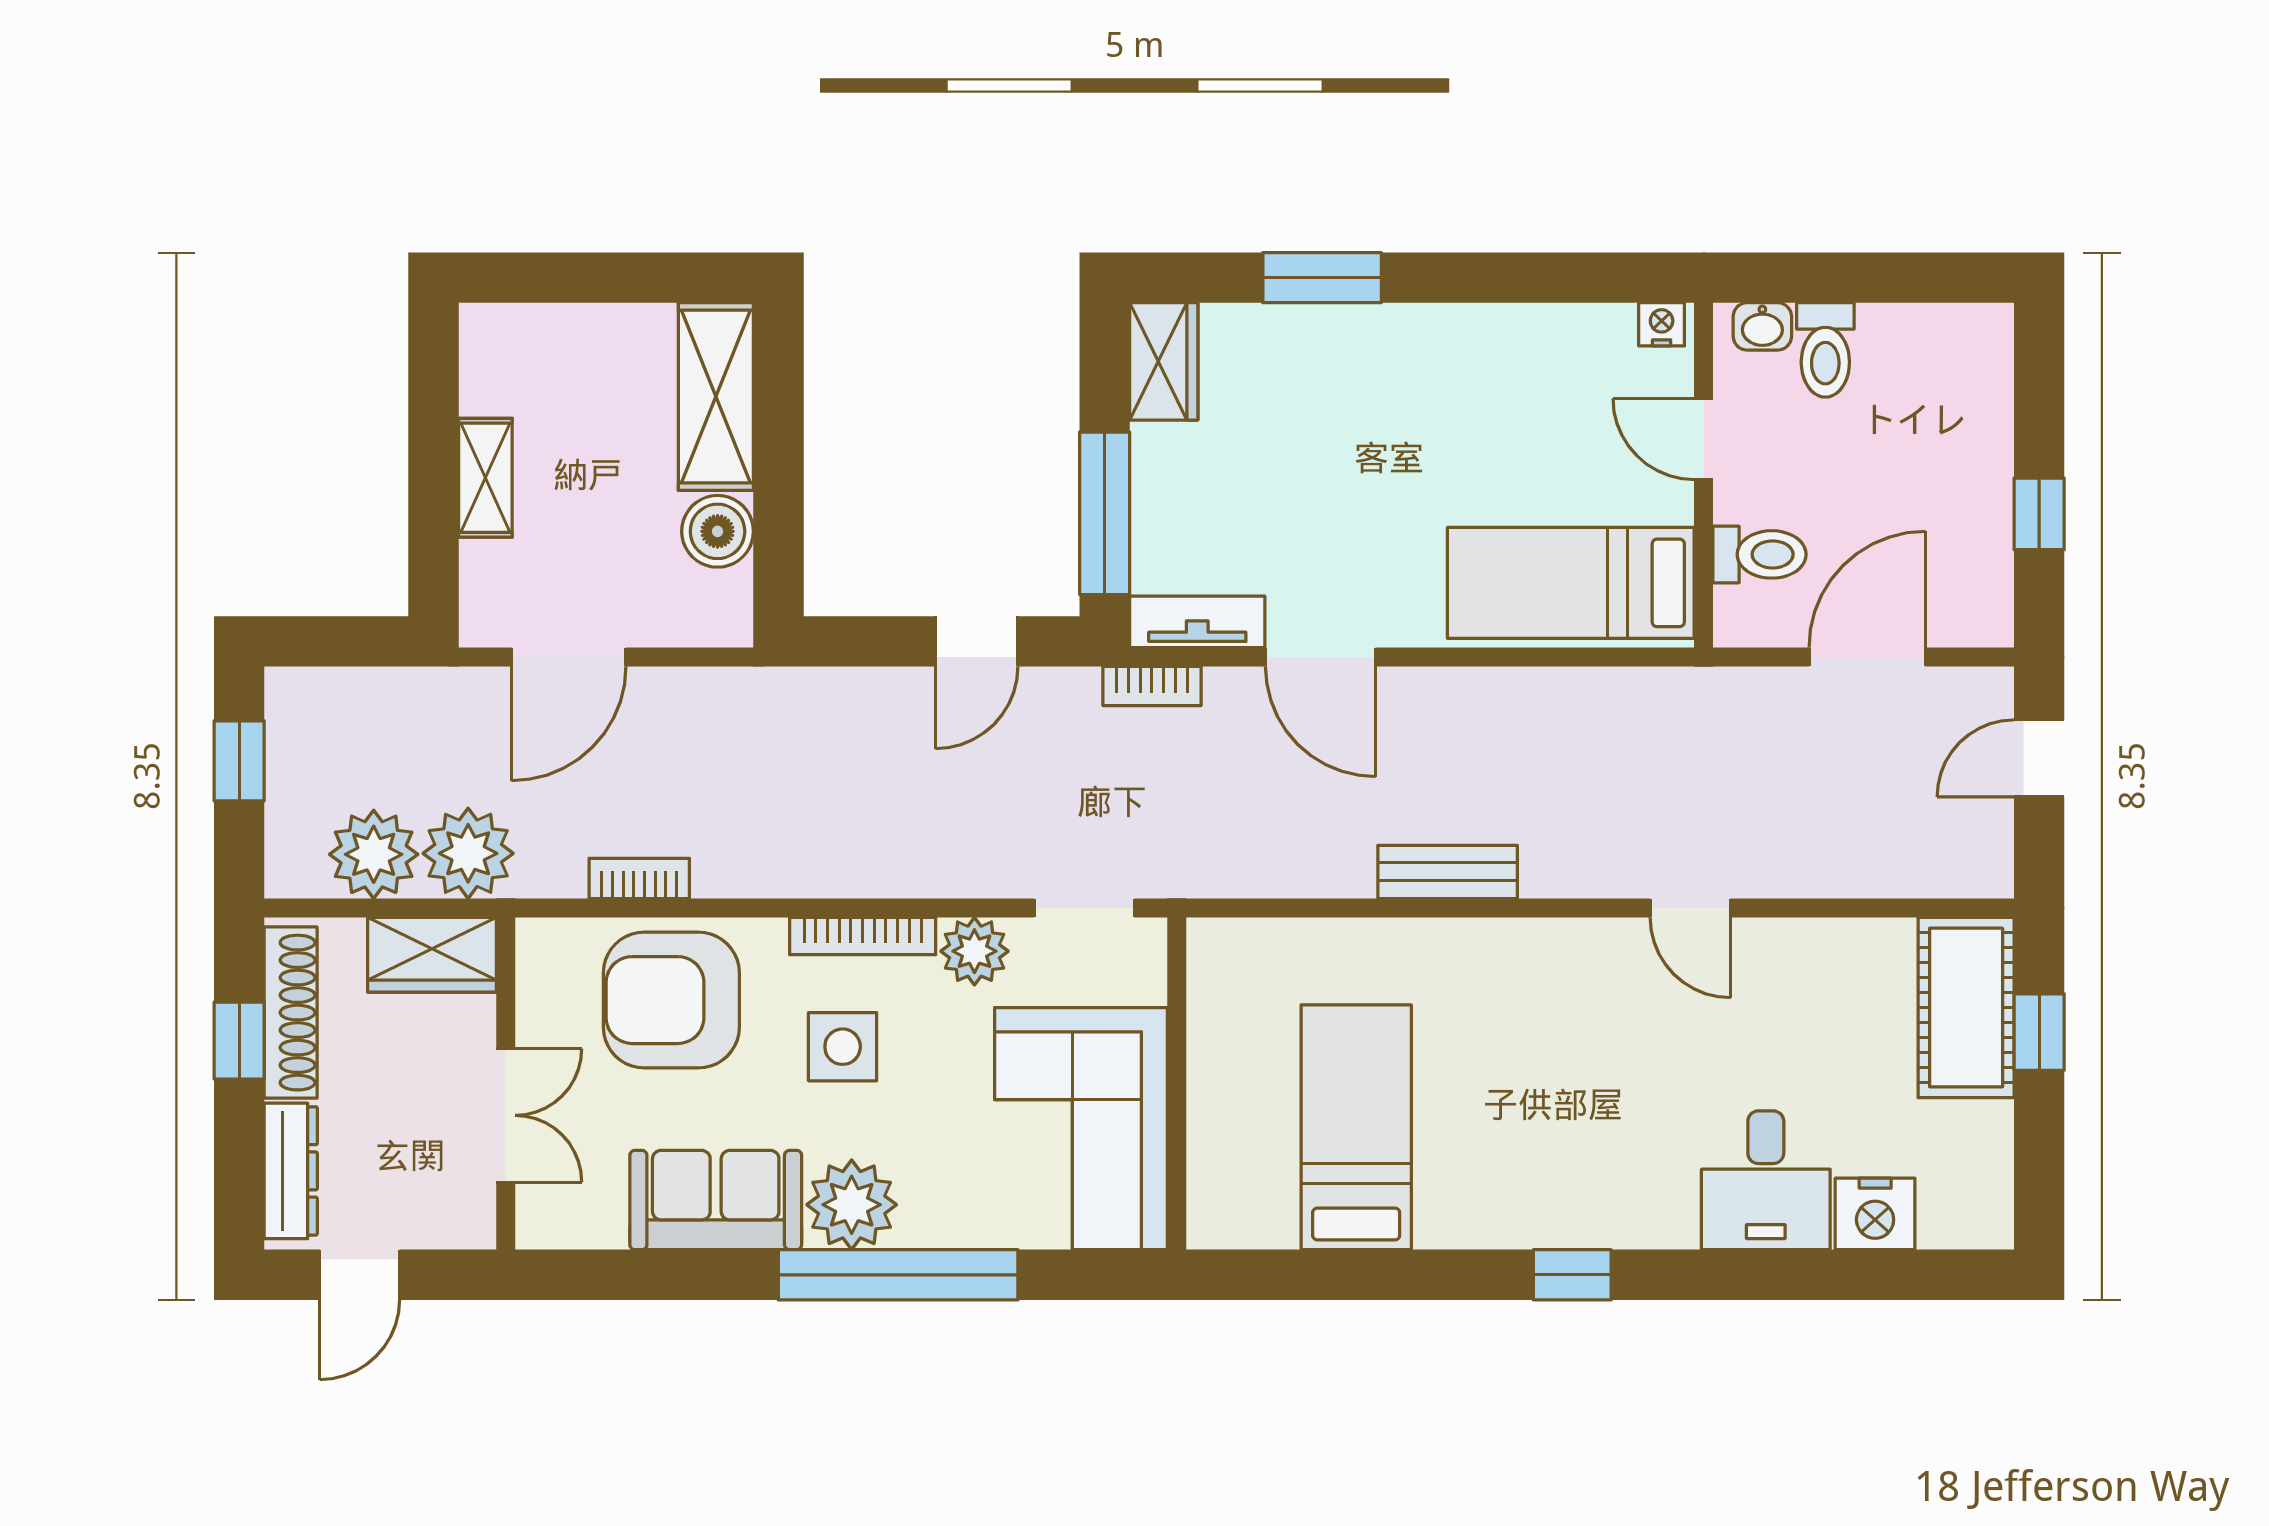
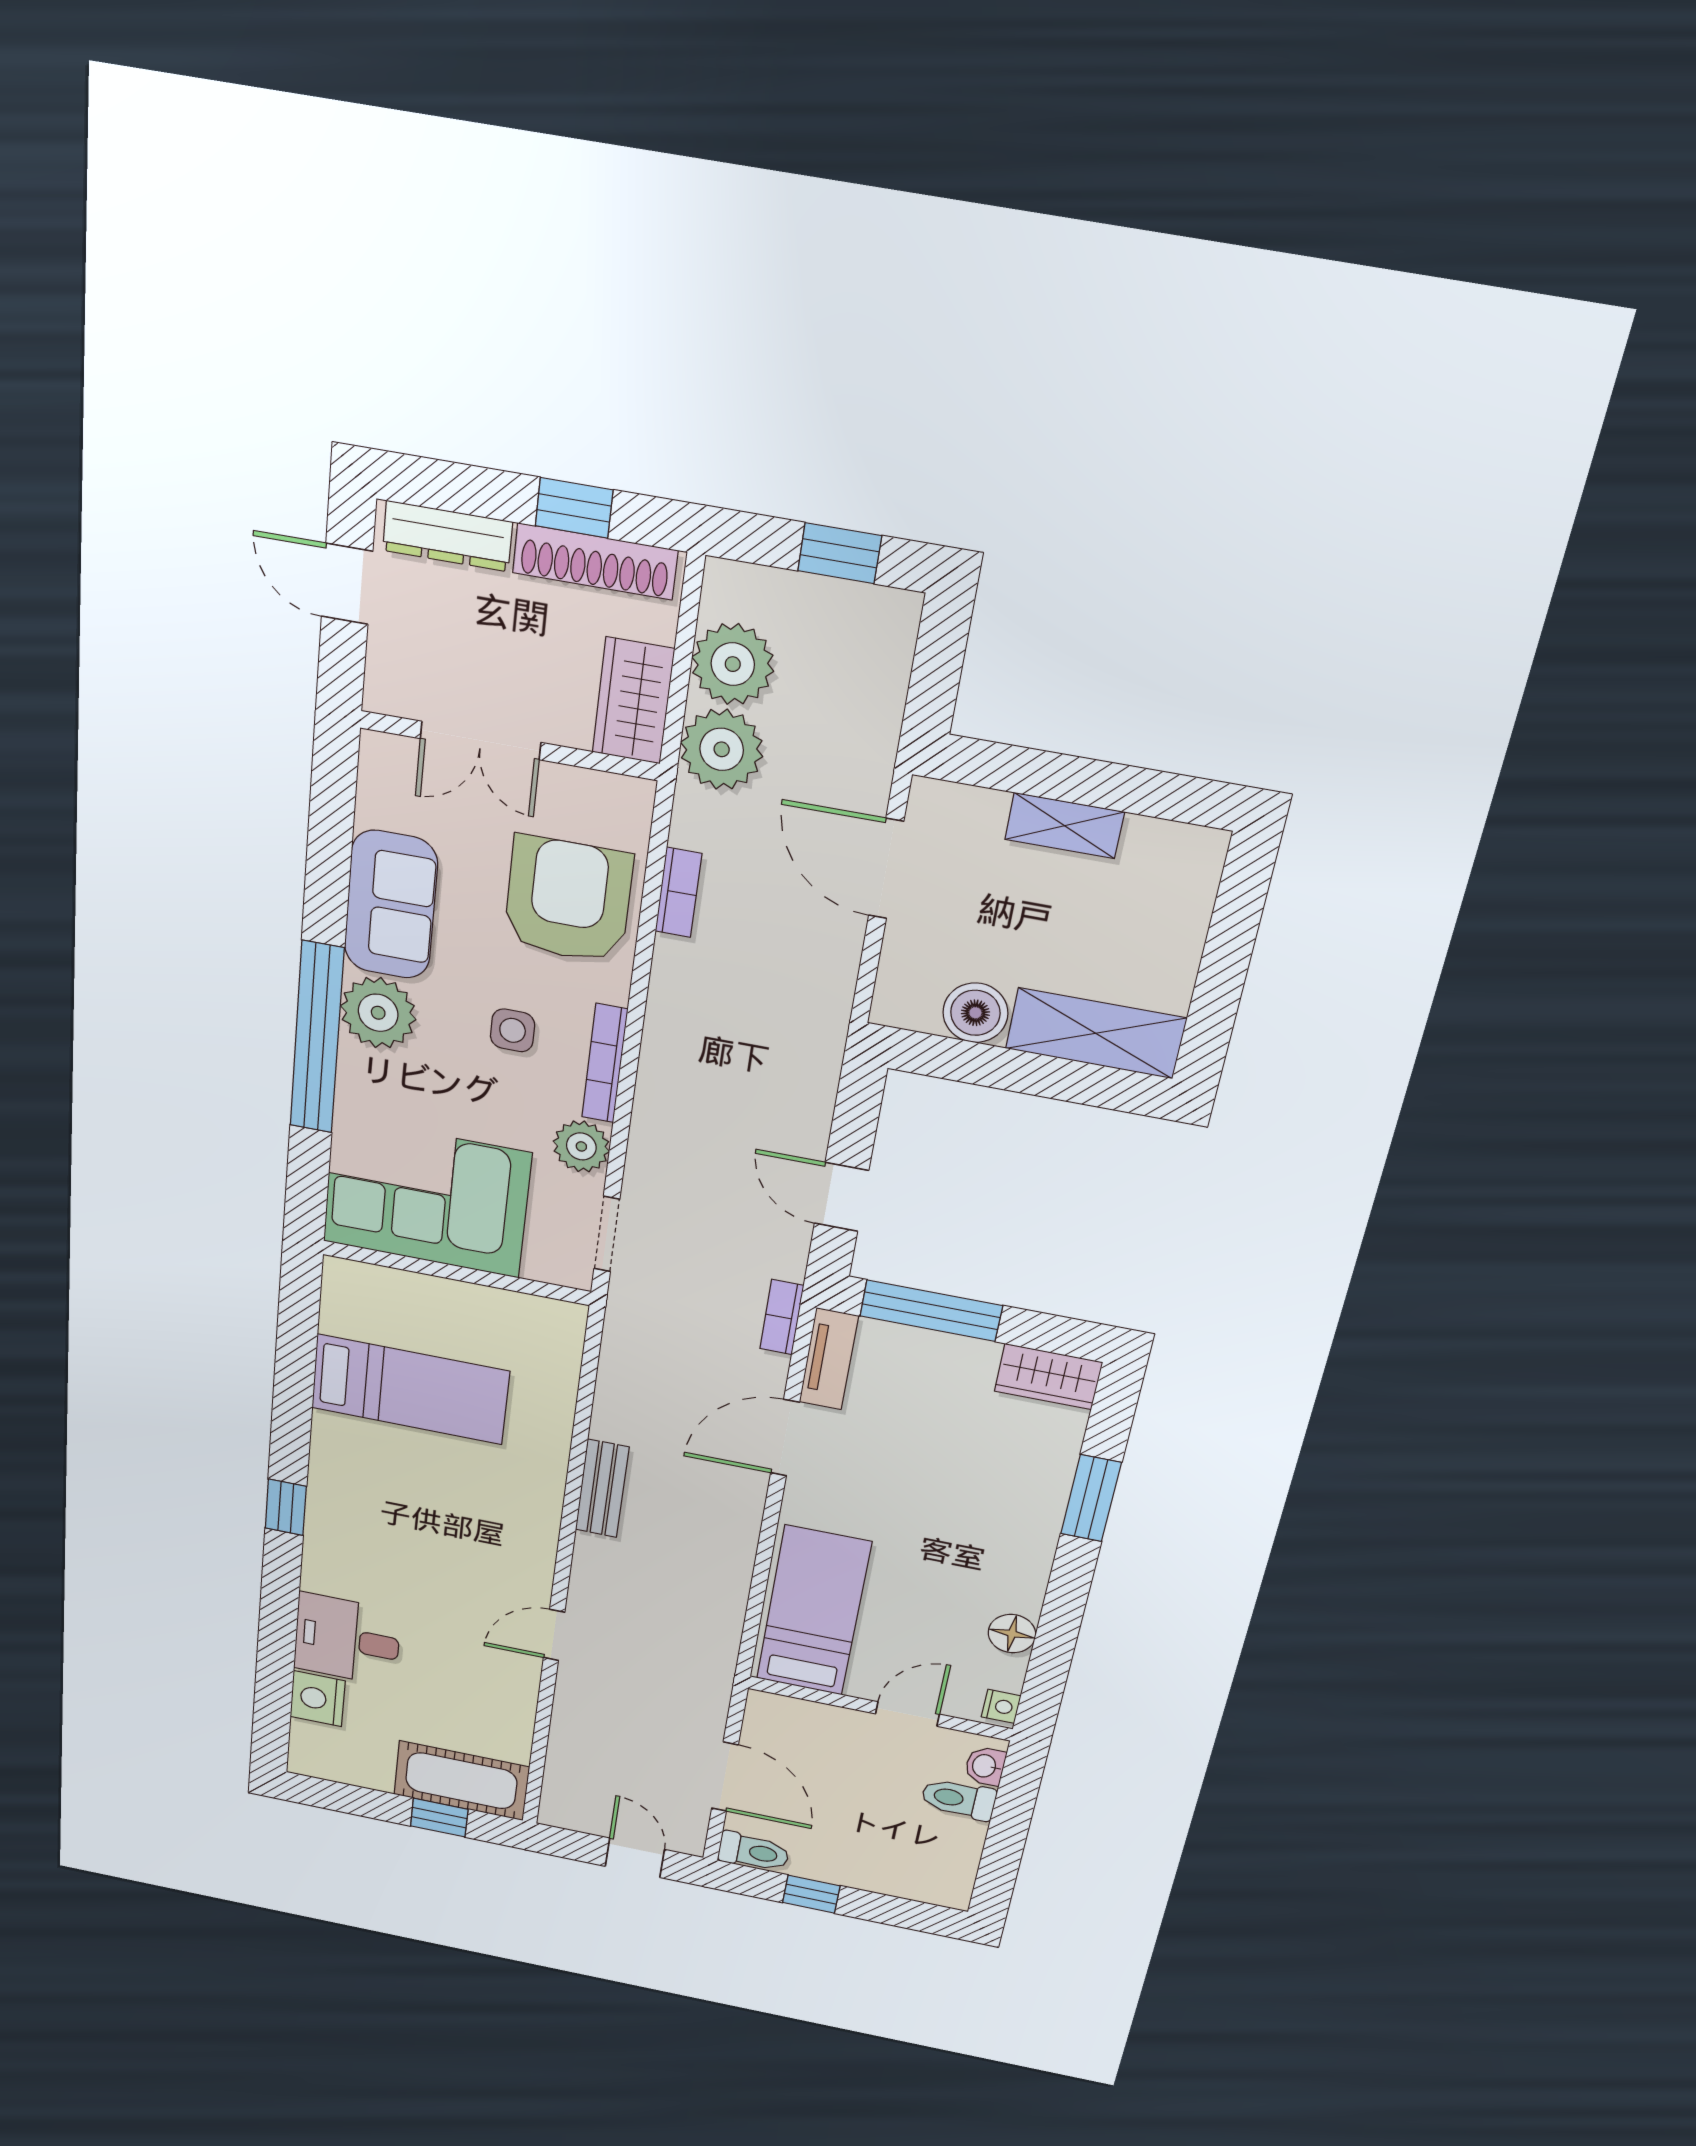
floor lamp: (1545, 332) -> (1012, 1634), added
toilet: (1760, 554) -> (754, 1852), moved, turned -90
side table: (843, 1047) -> (512, 1030), width x0.73, depth x0.73

